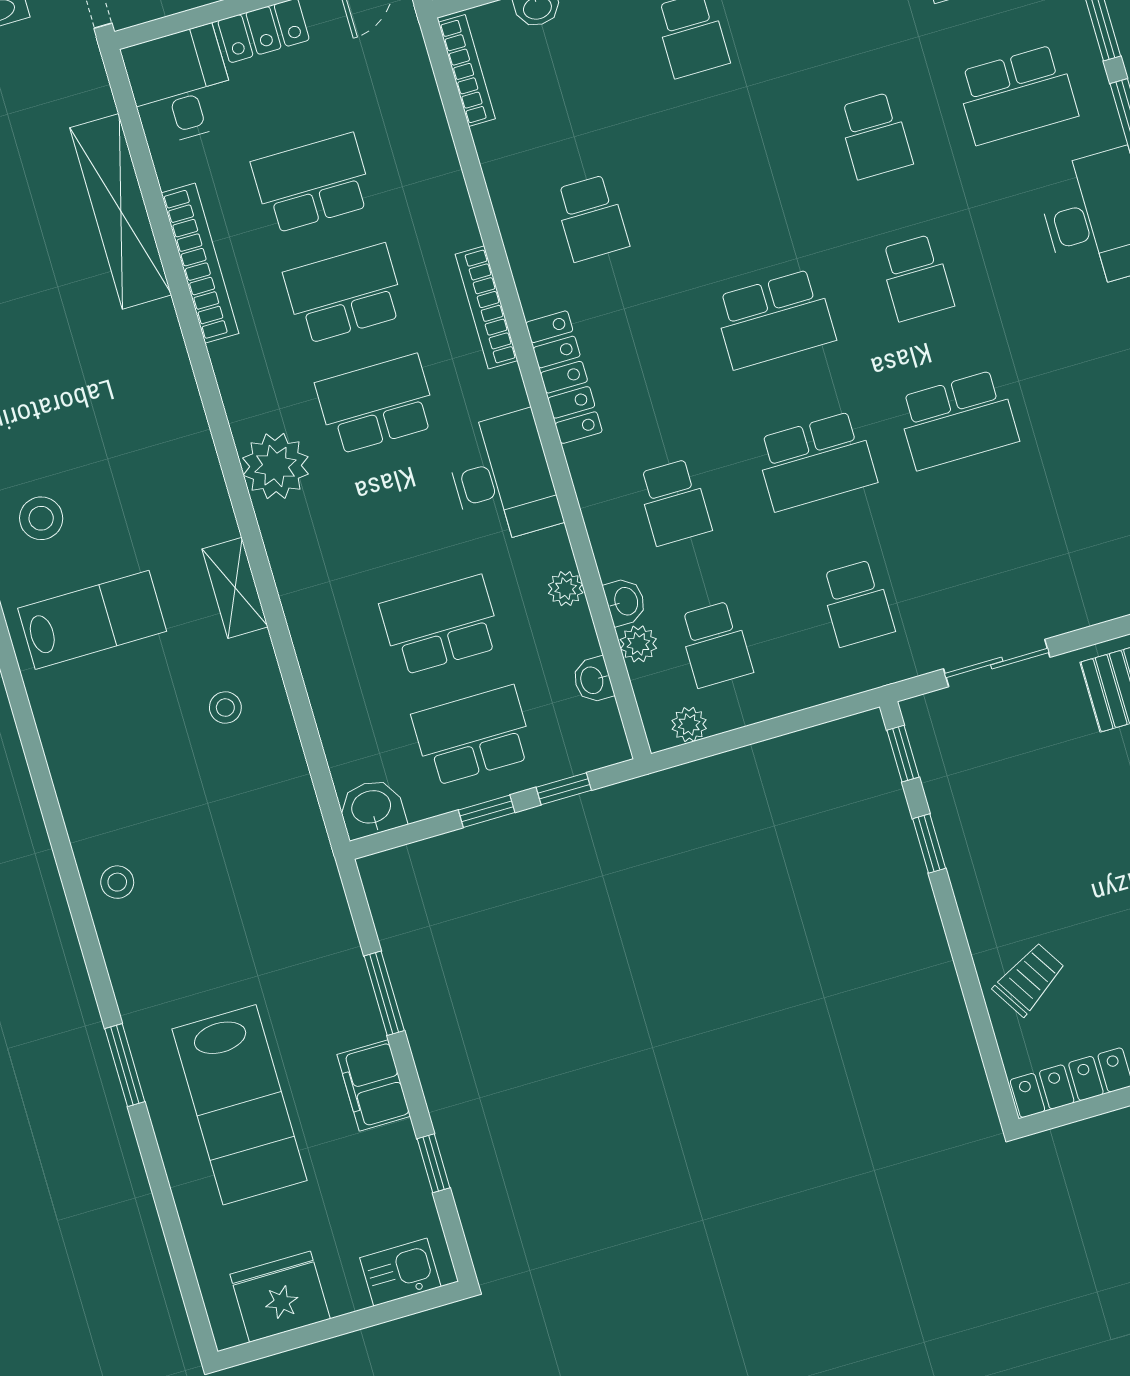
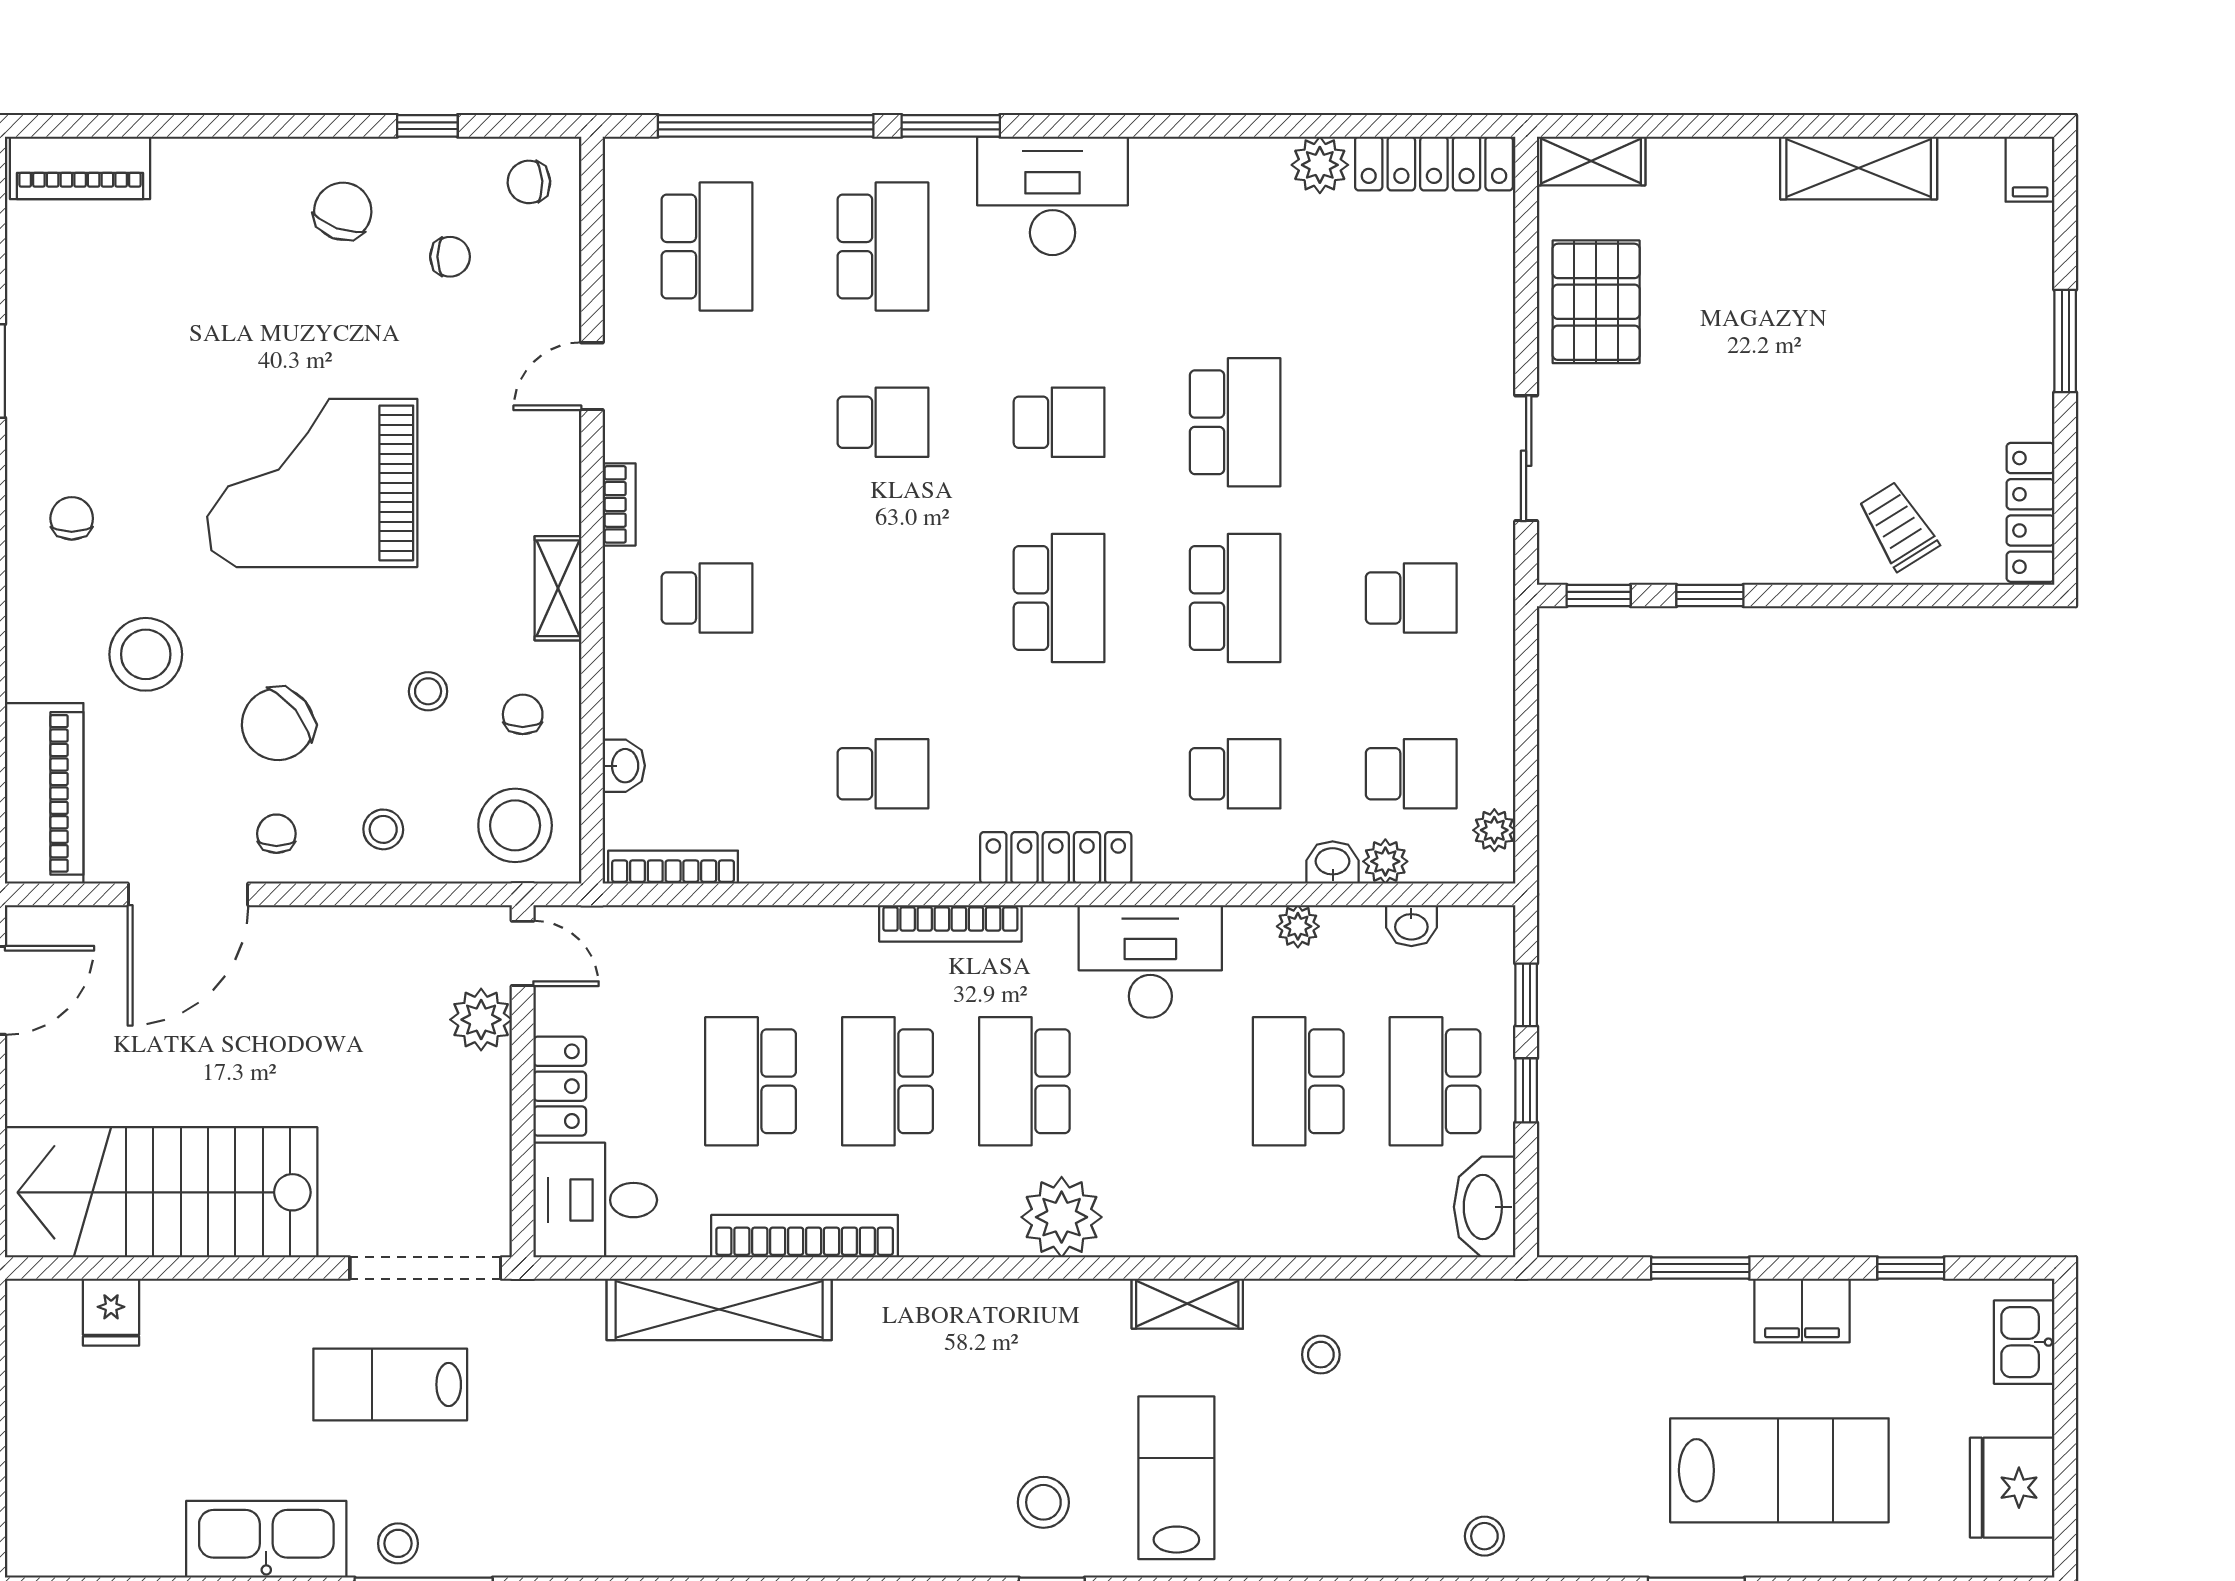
washbasin: (372, 808) -> (1485, 1207), width x1.38

